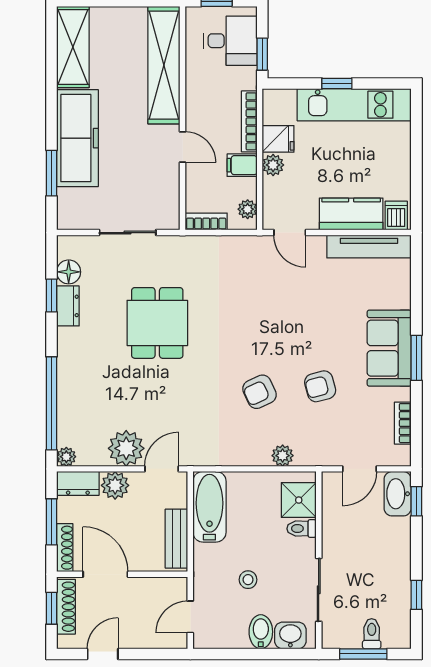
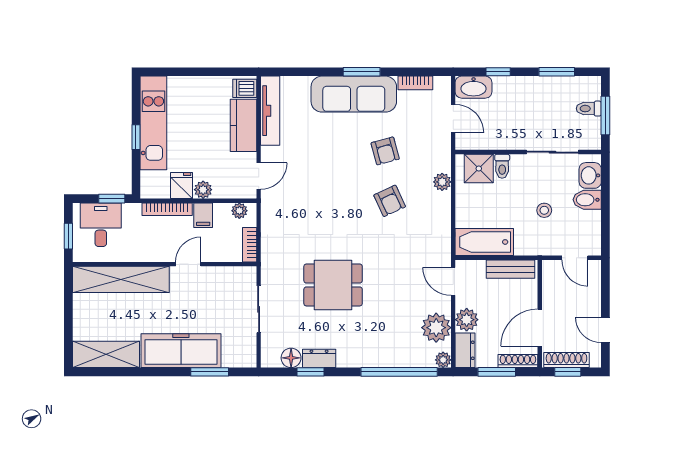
sofa: (389, 348) -> (354, 94), width x1.36
plant: (126, 448) -> (436, 328), moved
window: (416, 501) -> (498, 72), moved
window: (416, 595) -> (557, 72), width x1.50

